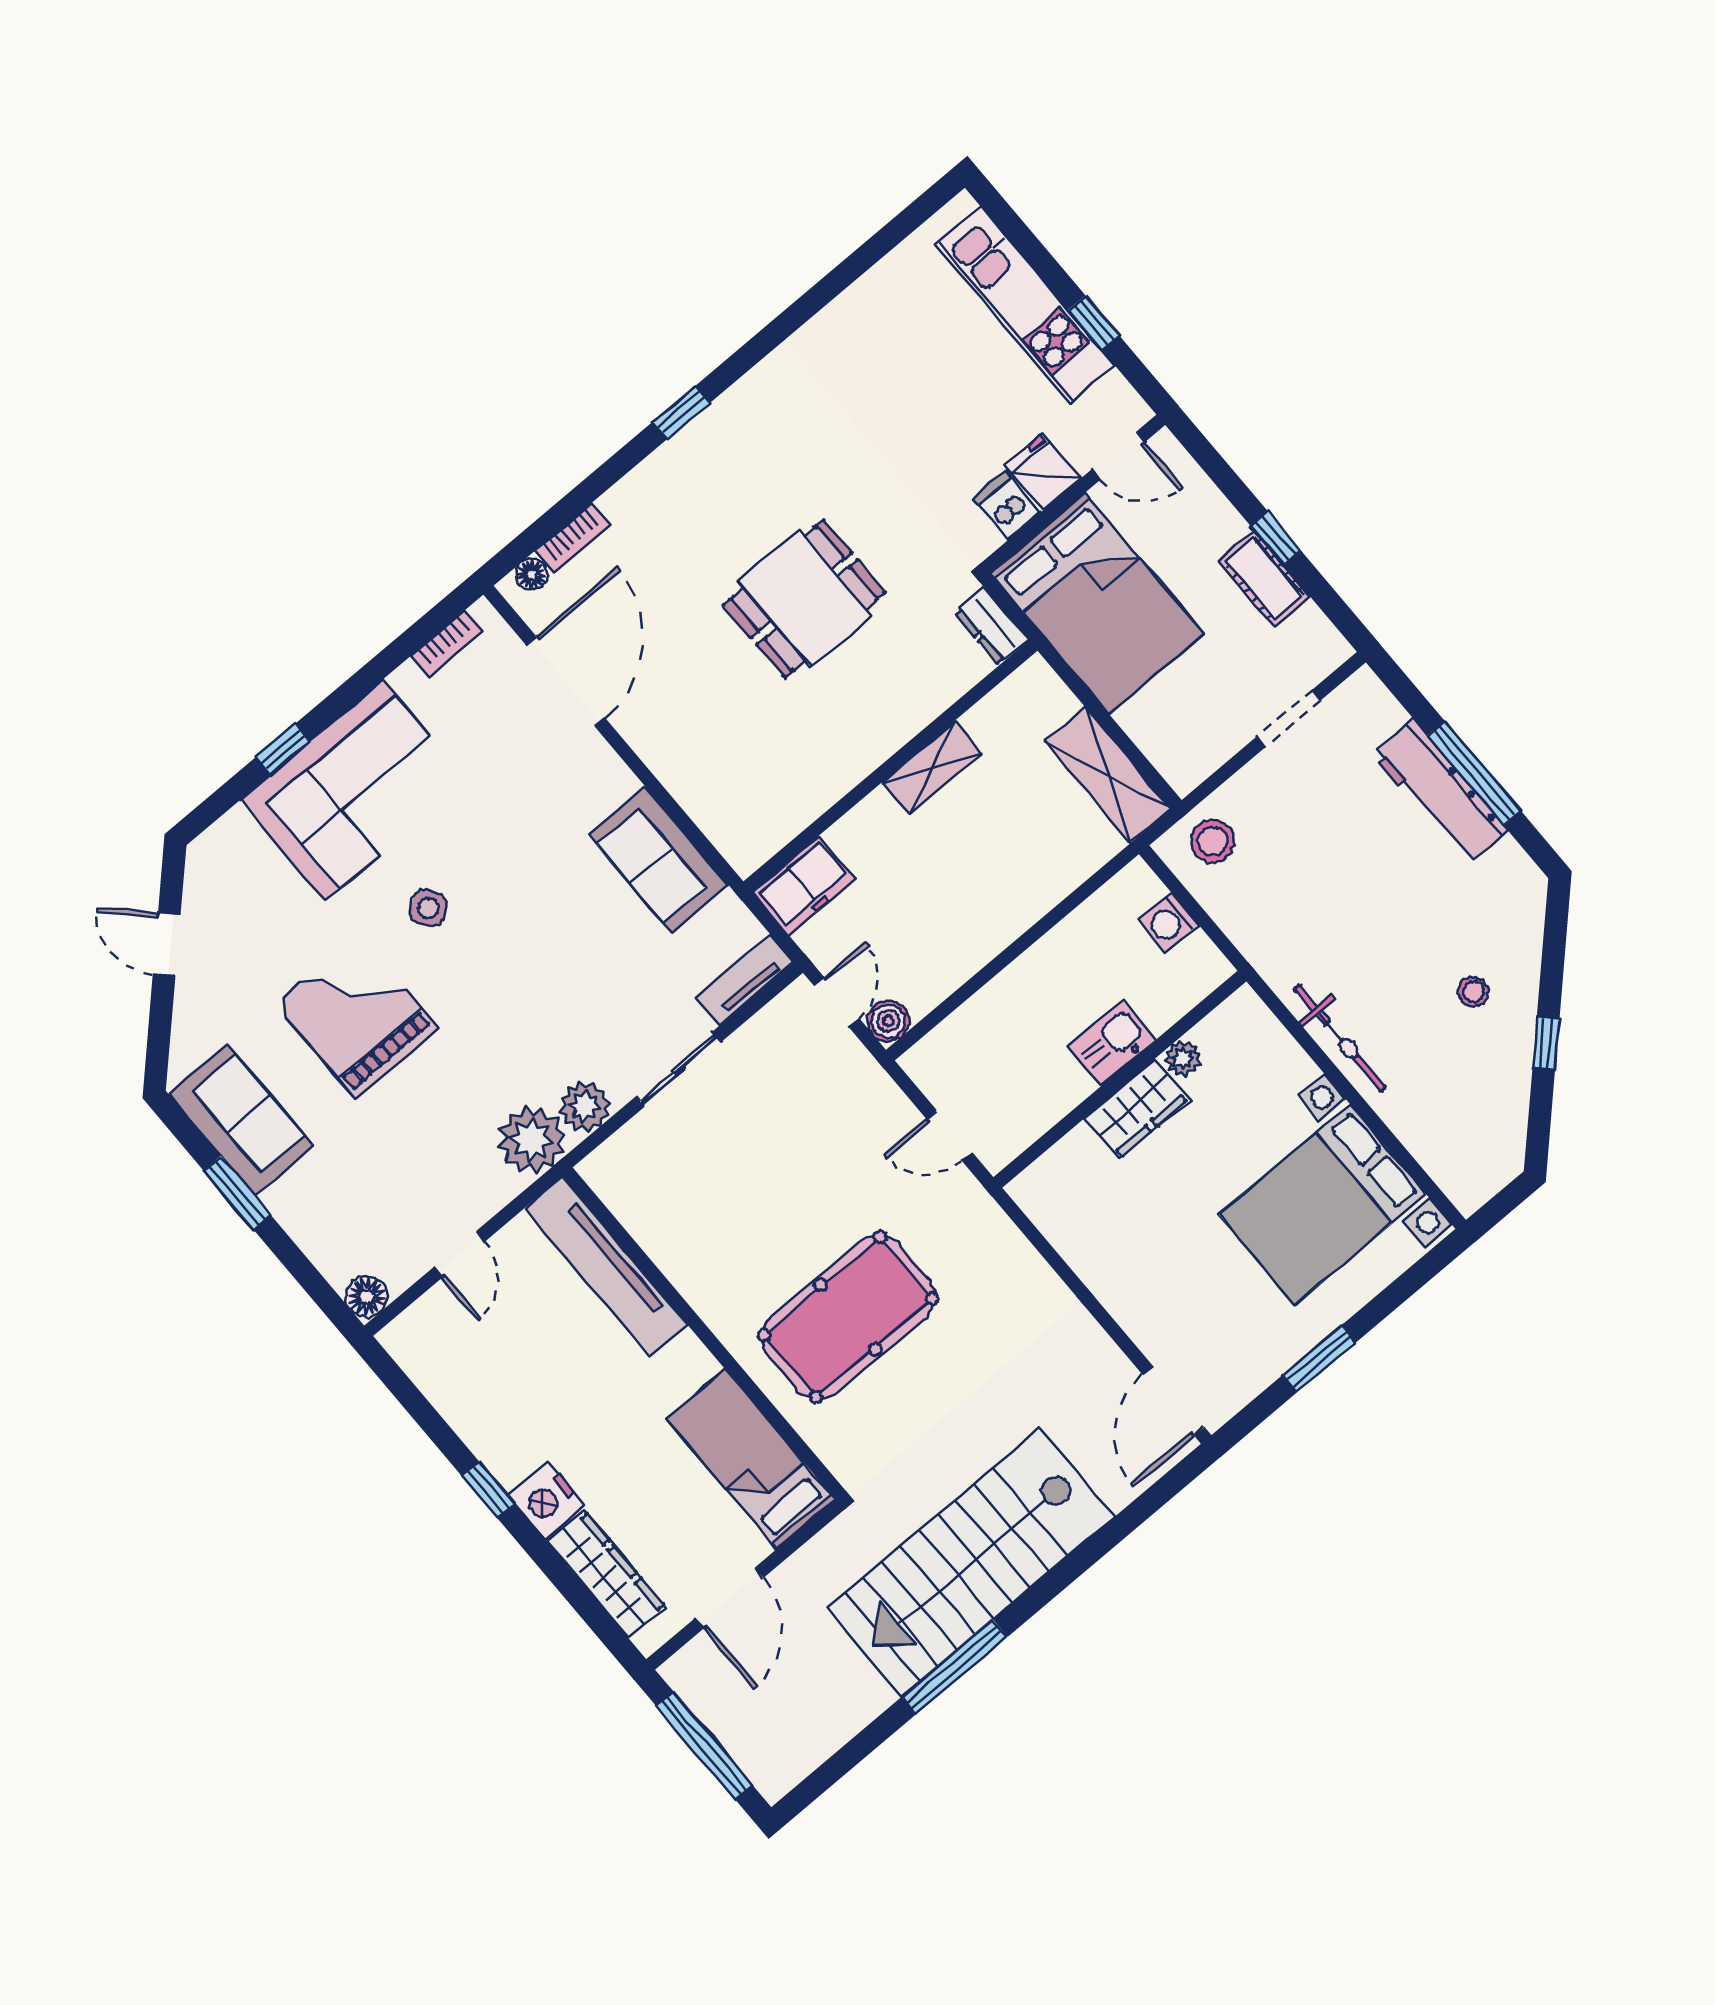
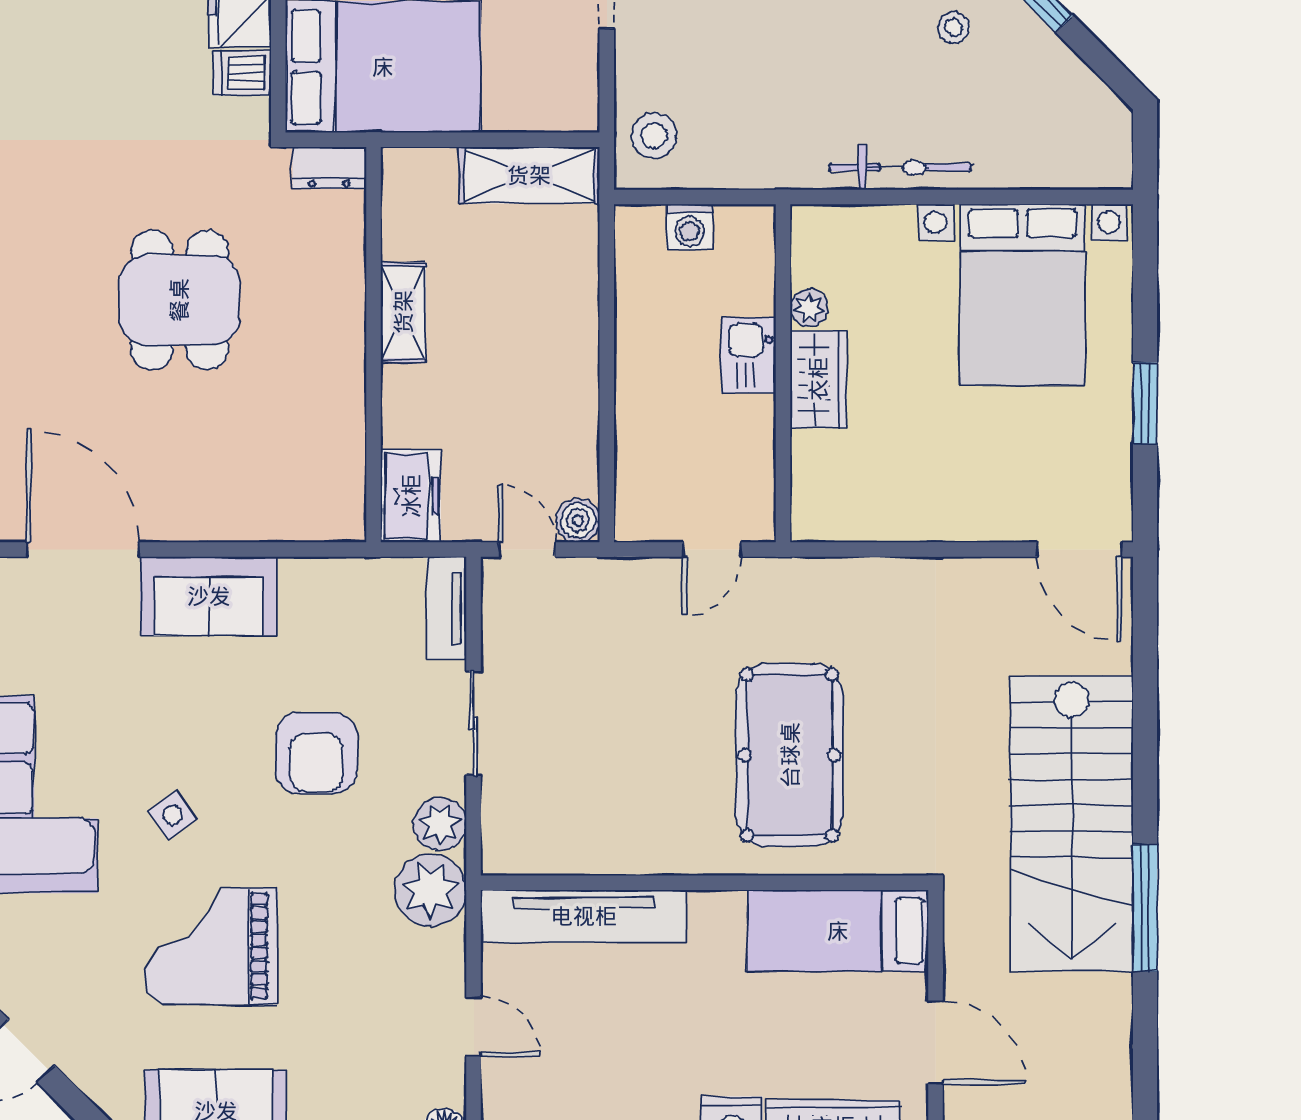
sofa: (658, 860) -> (209, 596), moved
armchair: (561, 974) -> (316, 753), added

